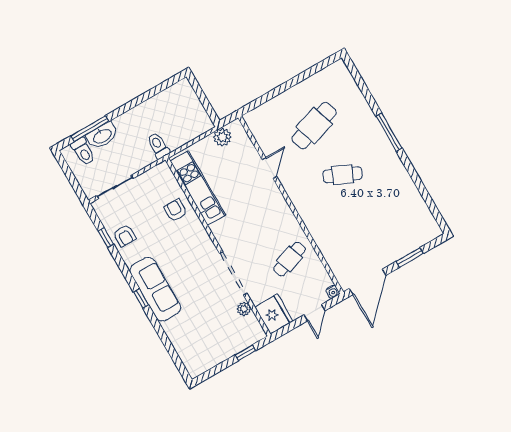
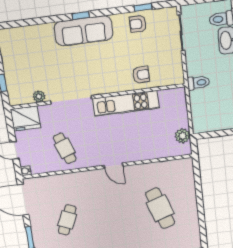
door: (269, 168) -> (114, 166), moved
cafe table: (343, 175) -> (67, 220), moved
kitchen unit: (198, 188) -> (126, 103), moved

